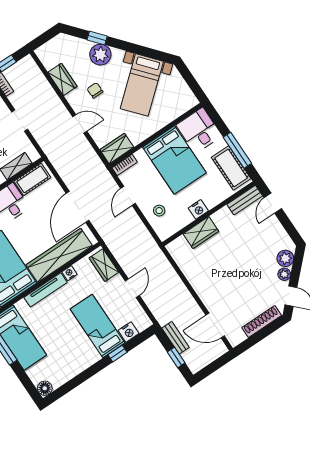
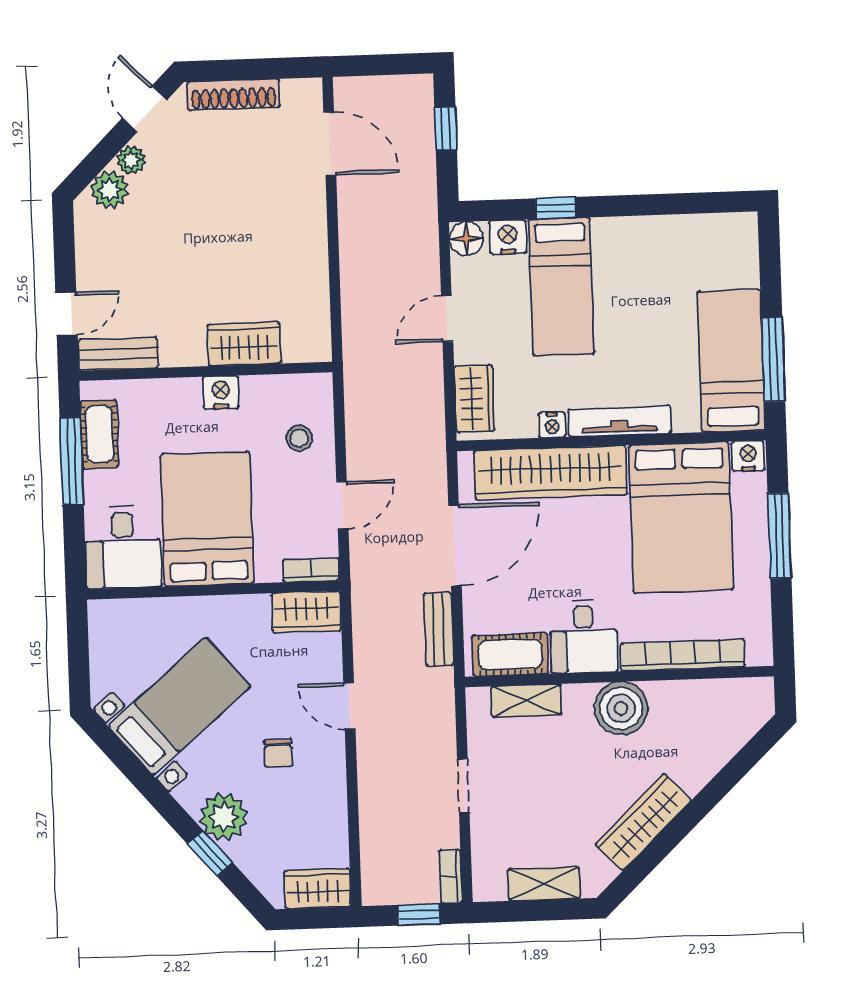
wardrobe: (62, 79) -> (318, 889), moved, turned 90
cot: (231, 168) -> (99, 434), width x0.73, depth x0.75
bench: (176, 338) -> (439, 629), moved
floor lamp: (45, 388) -> (466, 238), moved

